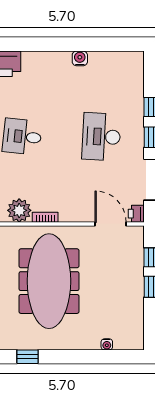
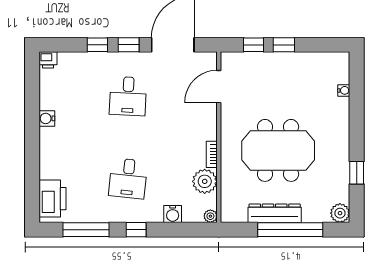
desk: (101, 137) -> (128, 96), width x0.73
printer: (136, 214) -> (48, 60), moved
meeting table: (49, 281) -> (278, 150), width x0.73

